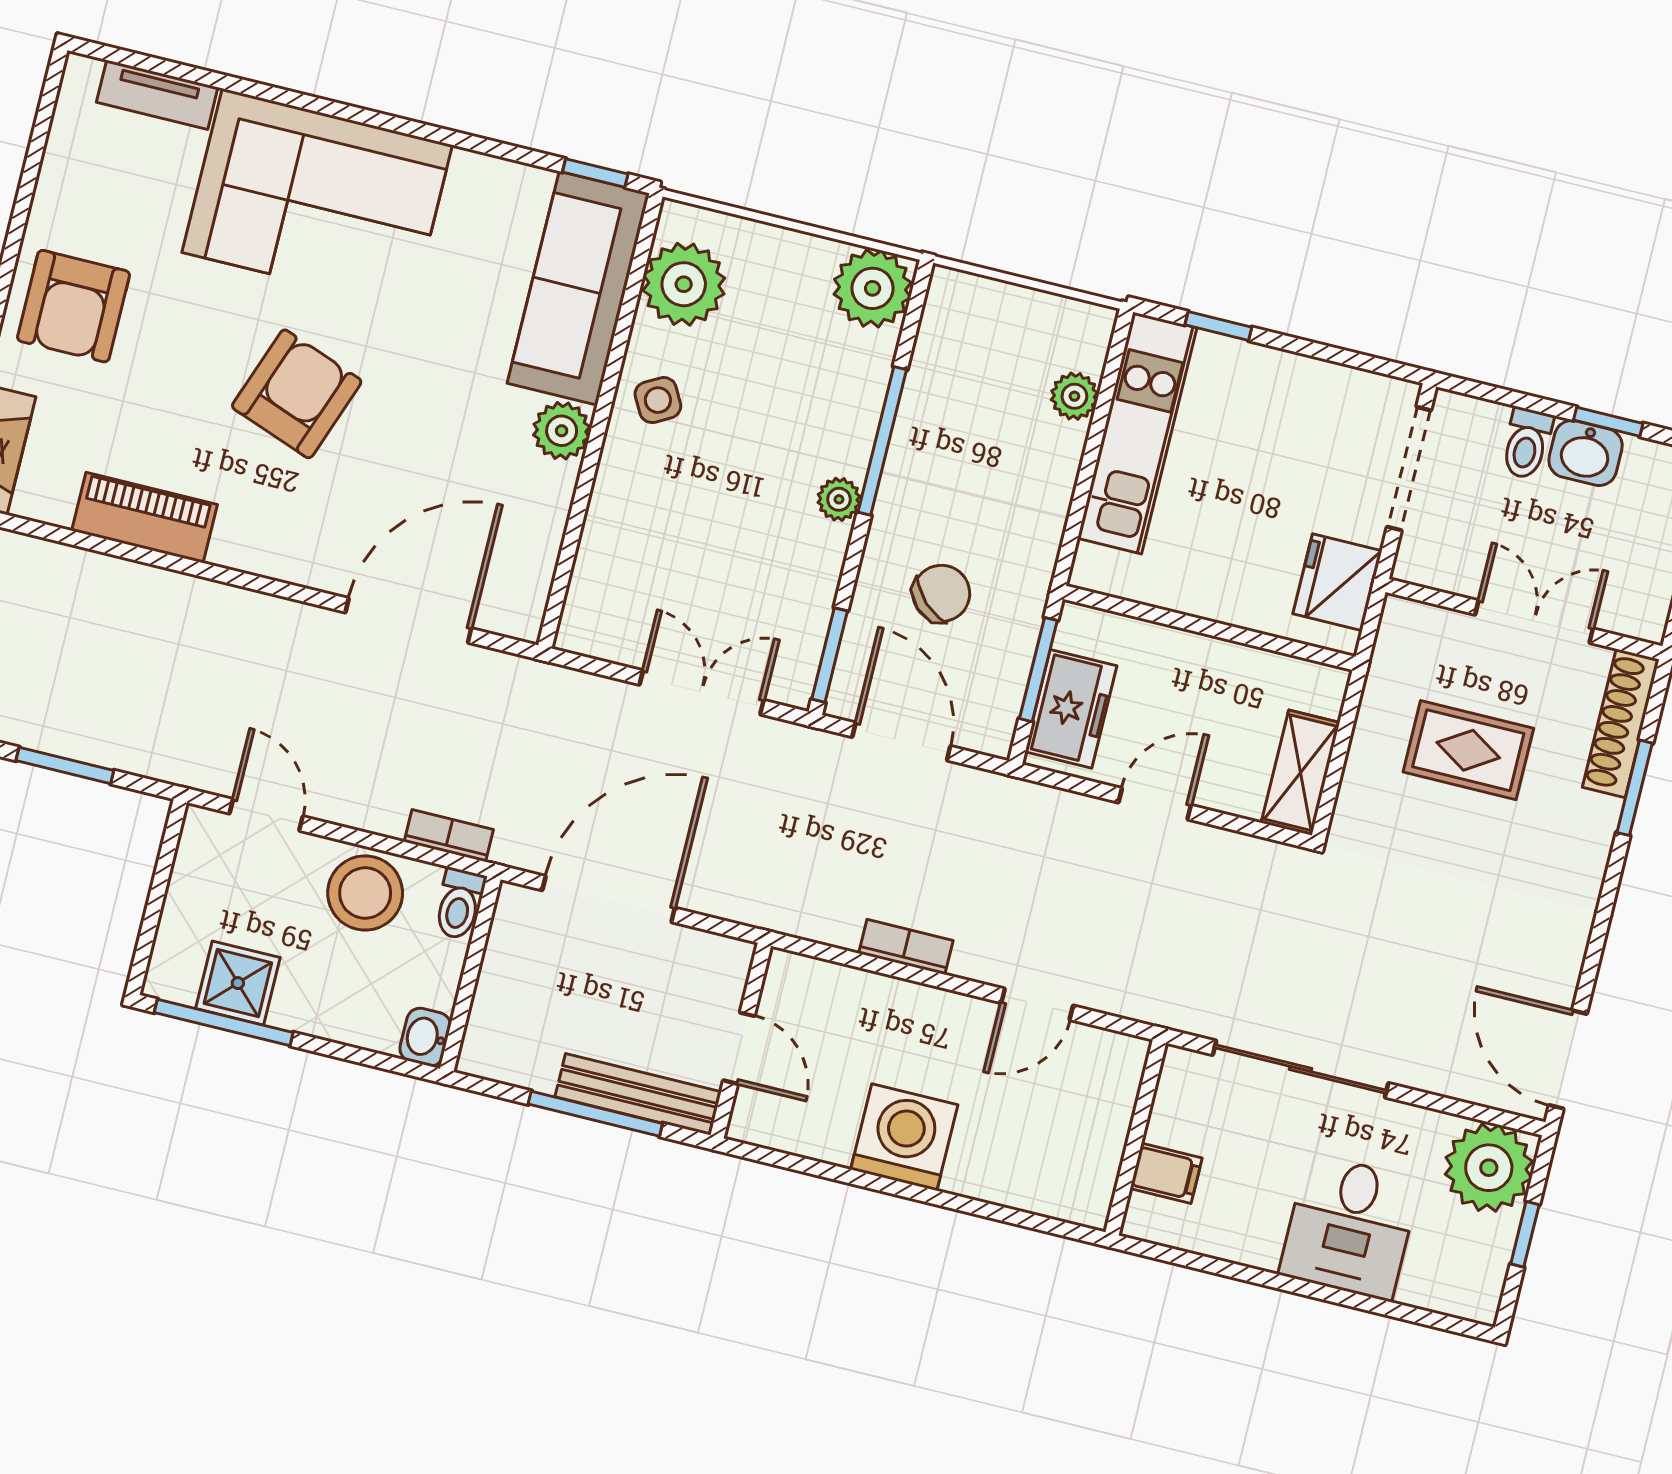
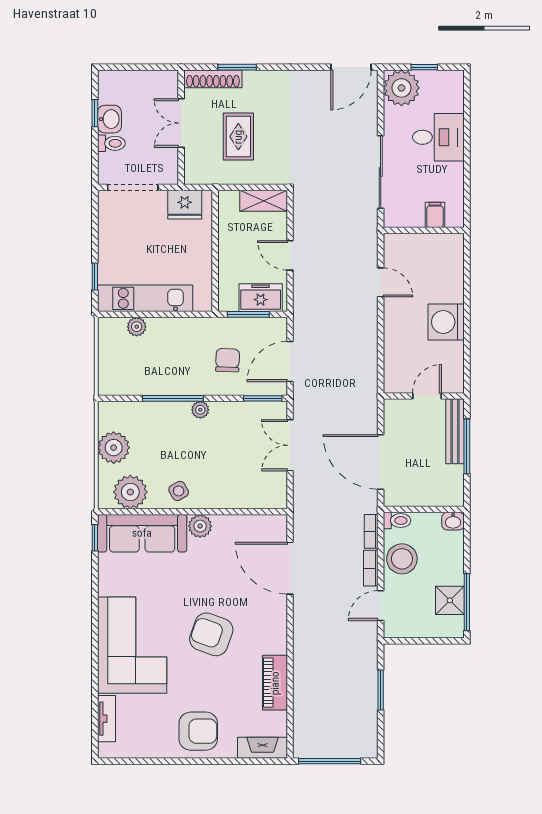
plant: (873, 288) -> (114, 448), moved
chair: (941, 593) -> (228, 360), turned 48
bookcase: (906, 947) -> (371, 568), moved

